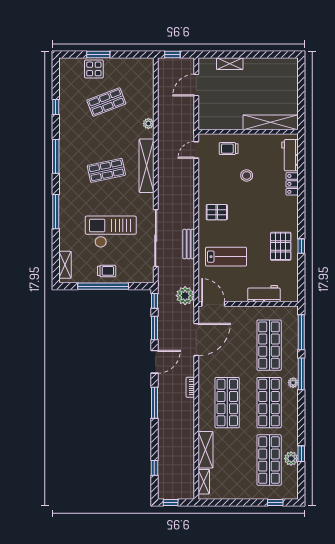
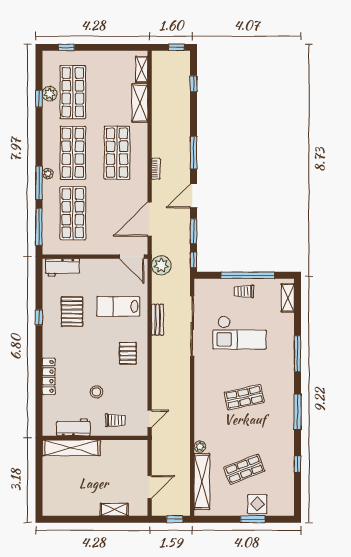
workbench: (290, 155) -> (73, 427), moved, turned -90
shelving: (147, 166) -> (202, 481), moved
locker: (292, 184) -> (49, 376), width x1.53
pallet: (217, 212) -> (128, 353), turned 90
pallet: (281, 246) -> (72, 312), moved
workbench: (264, 294) -> (63, 267), moved

